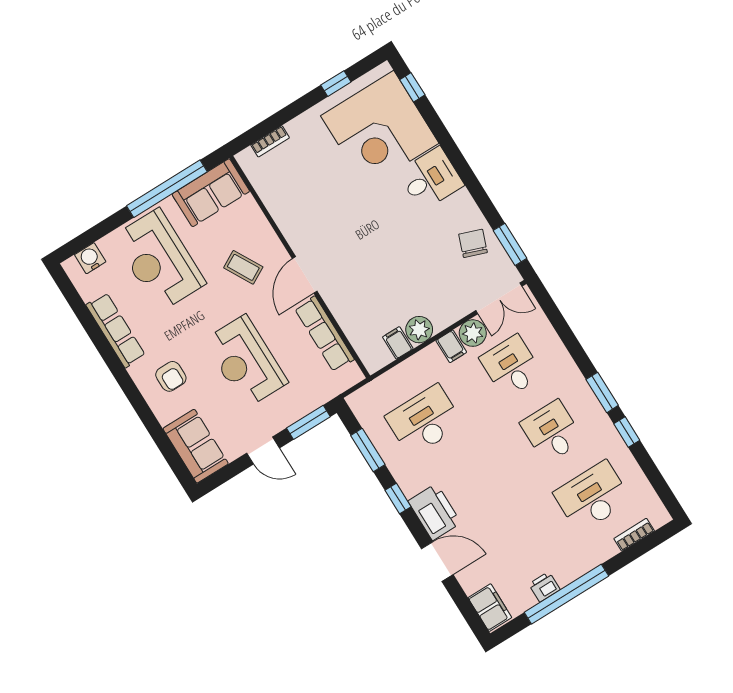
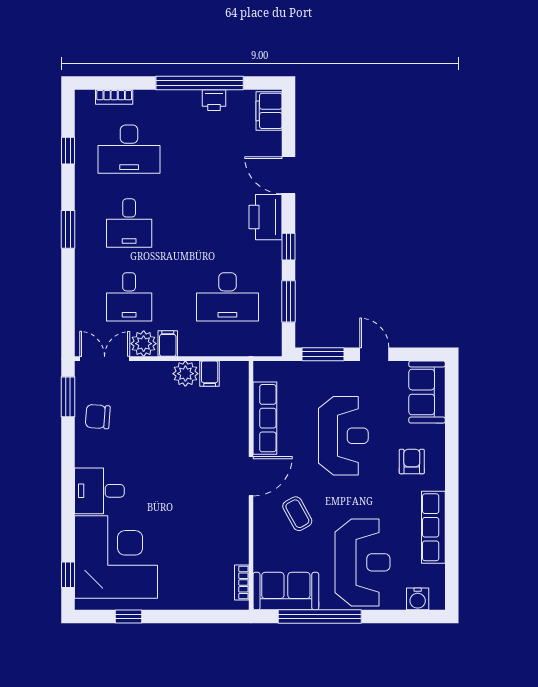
bookcase: (270, 141) -> (242, 583), moved, turned -90
chair: (473, 243) -> (98, 417), turned 74
window: (627, 432) -> (68, 151), moved

